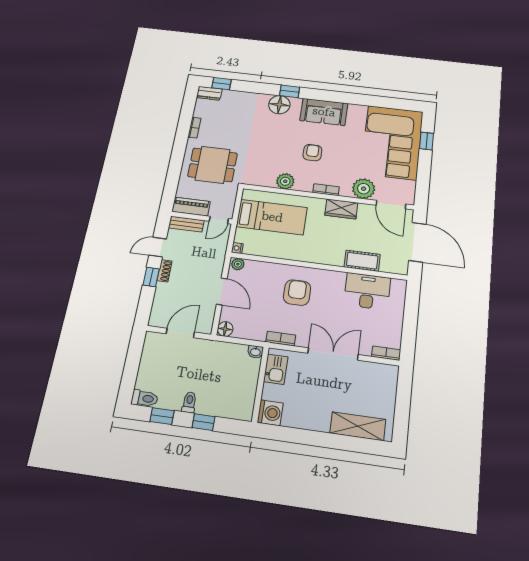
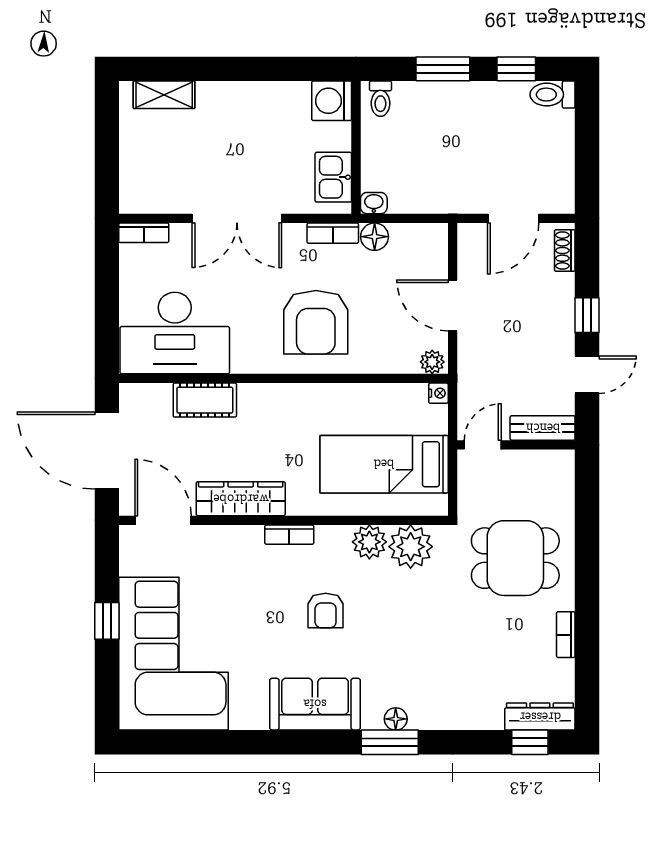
window: (290, 91) -> (390, 742), width x1.50
dresser: (209, 93) -> (540, 717), width x1.44
floor lamp: (279, 105) -> (396, 719), width x0.53, depth x0.53
window: (427, 141) -> (107, 621), moved
plant: (364, 189) -> (411, 547), moved
piano: (191, 207) -> (540, 465), removed
wardrobe: (341, 209) -> (241, 499), width x1.50
shoe rack: (165, 271) -> (565, 251), moved
desk: (367, 291) -> (175, 333), width x1.36, depth x1.30
armchair: (297, 293) -> (316, 322), width x1.36, depth x1.36
floor lamp: (225, 329) -> (375, 237), moved
toilet: (189, 402) -> (380, 99), moved
window: (204, 422) -> (443, 69), width x1.50
shelving: (358, 426) -> (164, 95), width x0.67, depth x0.75

